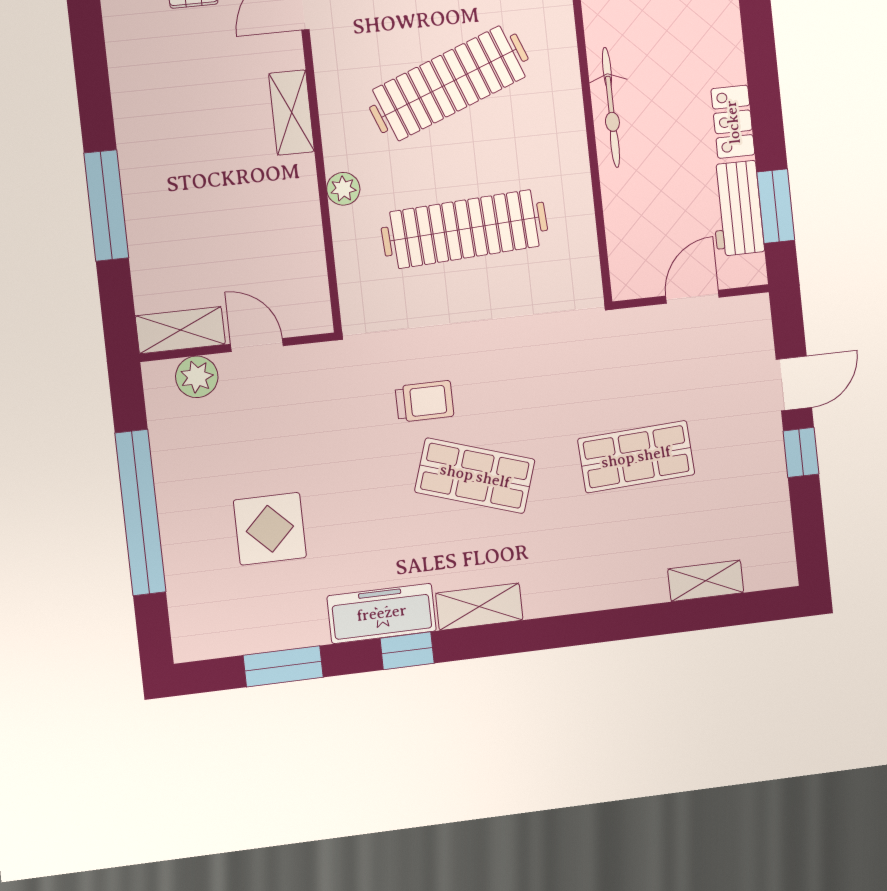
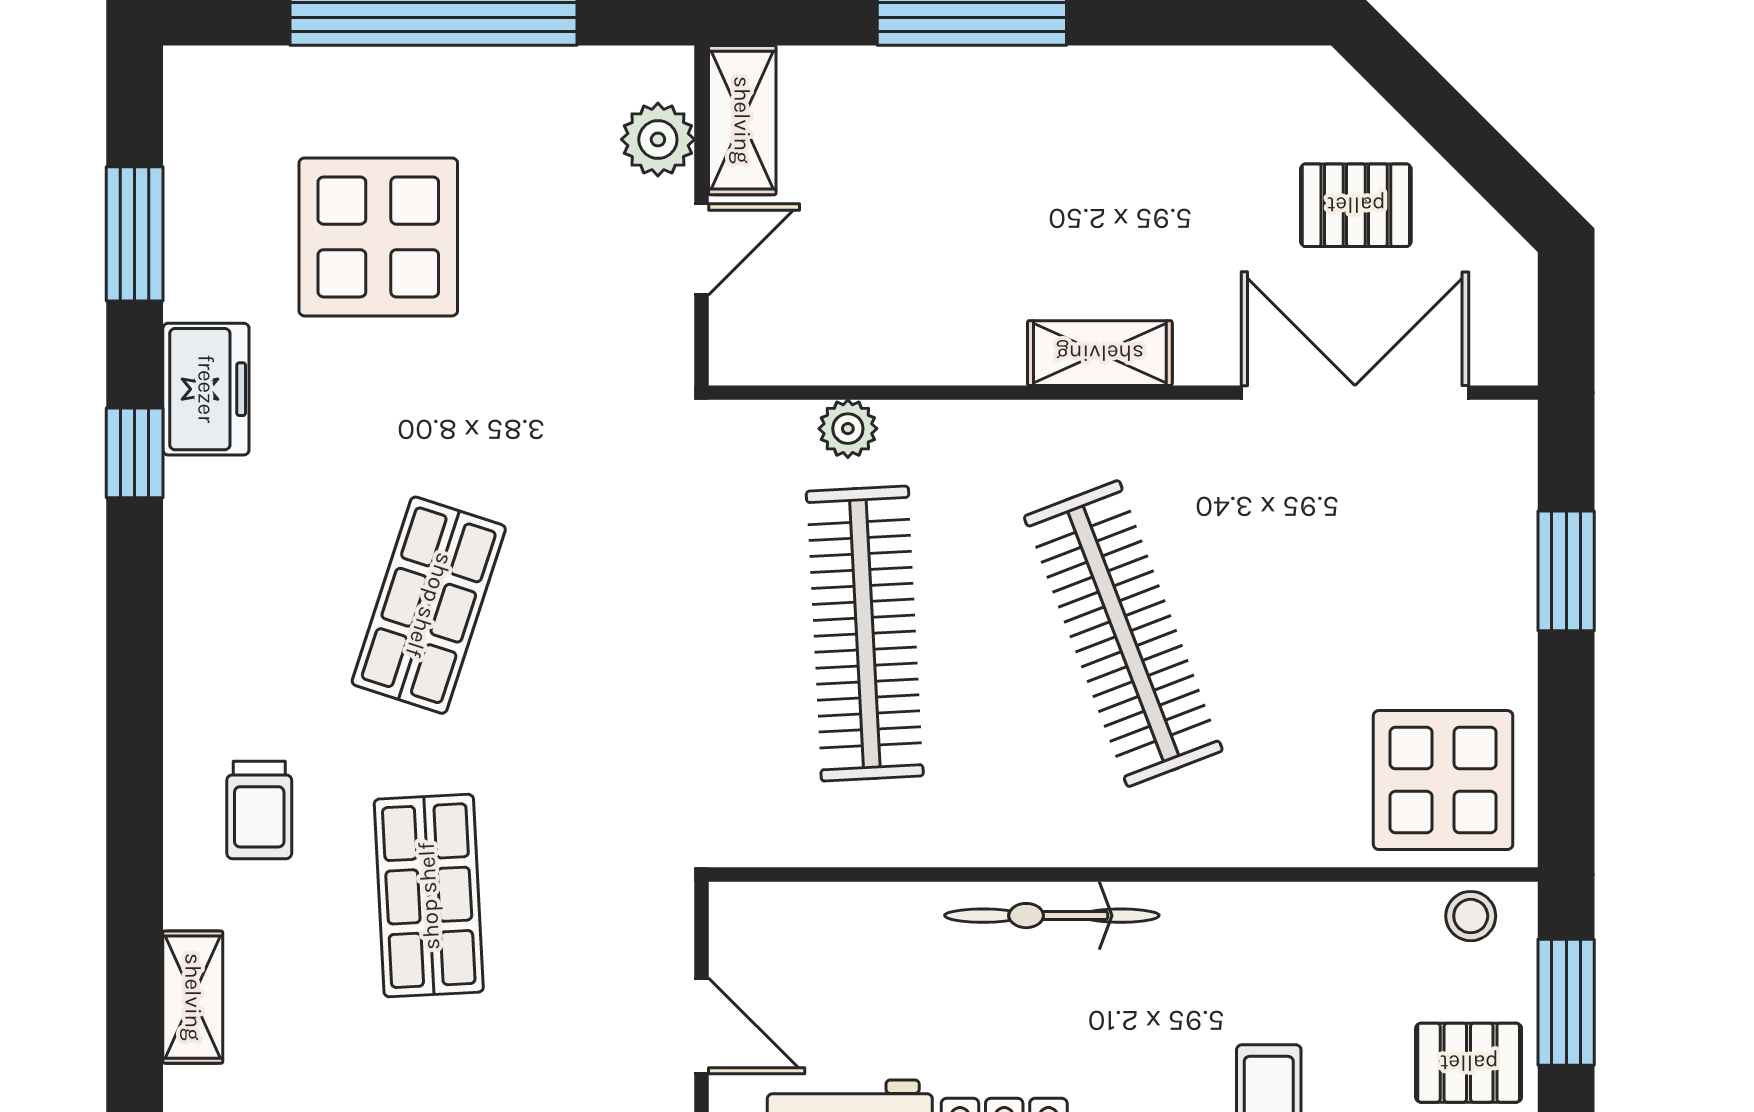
plant: (343, 189) -> (848, 429), moved
trolley: (424, 401) -> (259, 810), moved
display table: (270, 529) -> (378, 237), width x1.36, depth x1.36
shelving: (479, 607) -> (197, 588), removed
freezer: (382, 613) -> (206, 389), width x0.71

